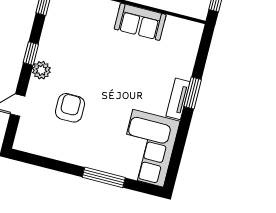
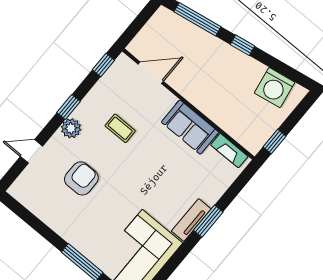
fireplace: (182, 26) -> (229, 151), added
coffee table: (82, 51) -> (120, 128), added

